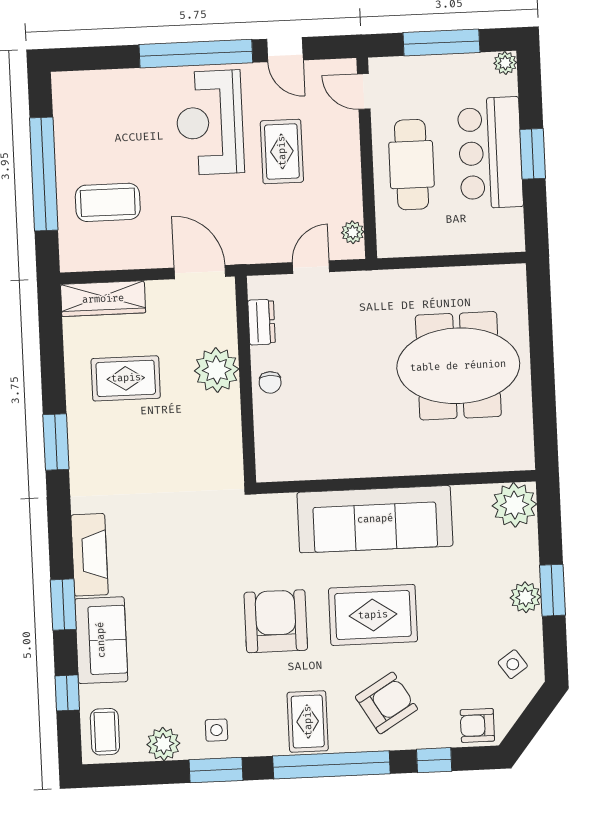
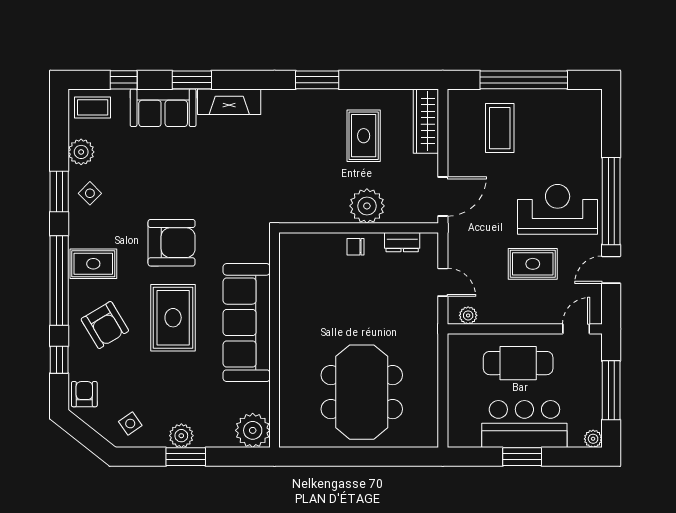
side table: (216, 730) -> (90, 193), turned 45

